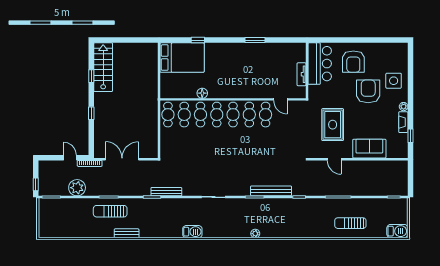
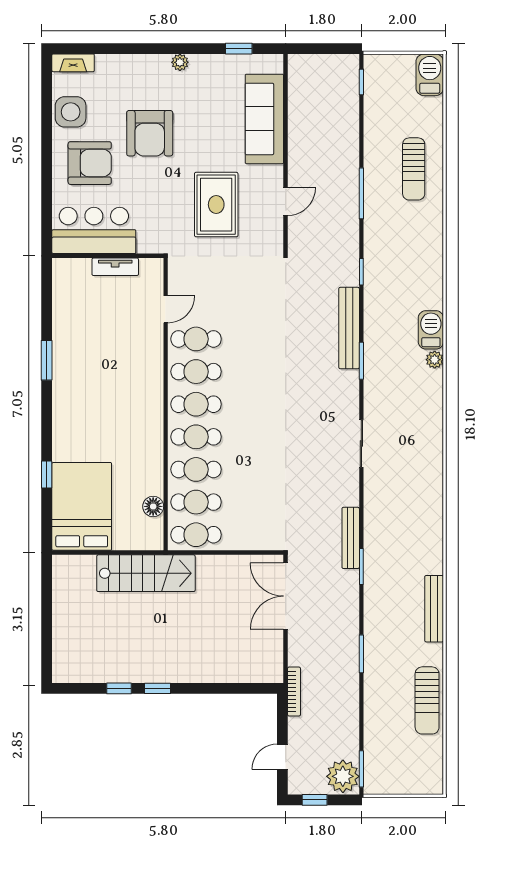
stairs: (103, 67) -> (146, 573), moved, turned 180
side table: (394, 81) -> (71, 112), moved
armchair: (368, 91) -> (150, 133), turned -90
floor lamp: (202, 93) -> (153, 506), moved
window: (91, 113) -> (158, 688), moved
fireplace: (403, 122) -> (73, 63), moved
rug: (333, 125) -> (216, 205), turned 90
sofa: (369, 149) -> (264, 119), width x1.36
door: (70, 158) -> (282, 757), moved
double door: (122, 159) -> (286, 596), moved
window: (36, 184) -> (315, 800), moved
plant: (77, 188) -> (343, 776), moved
sun lounger: (110, 211) -> (427, 700), moved
barbecue: (192, 232) -> (431, 330), moved
bench: (127, 233) -> (434, 609), width x1.36

